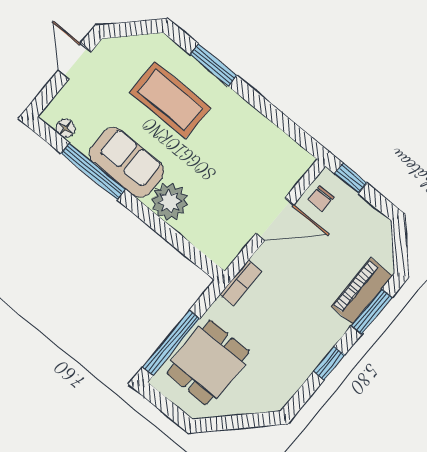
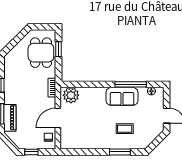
coffee table: (170, 100) -> (125, 129), width x0.54, depth x0.58
window: (351, 178) -> (31, 152), moved
plant: (170, 202) -> (71, 95), moved
window: (171, 343) -> (58, 49), width x0.46

